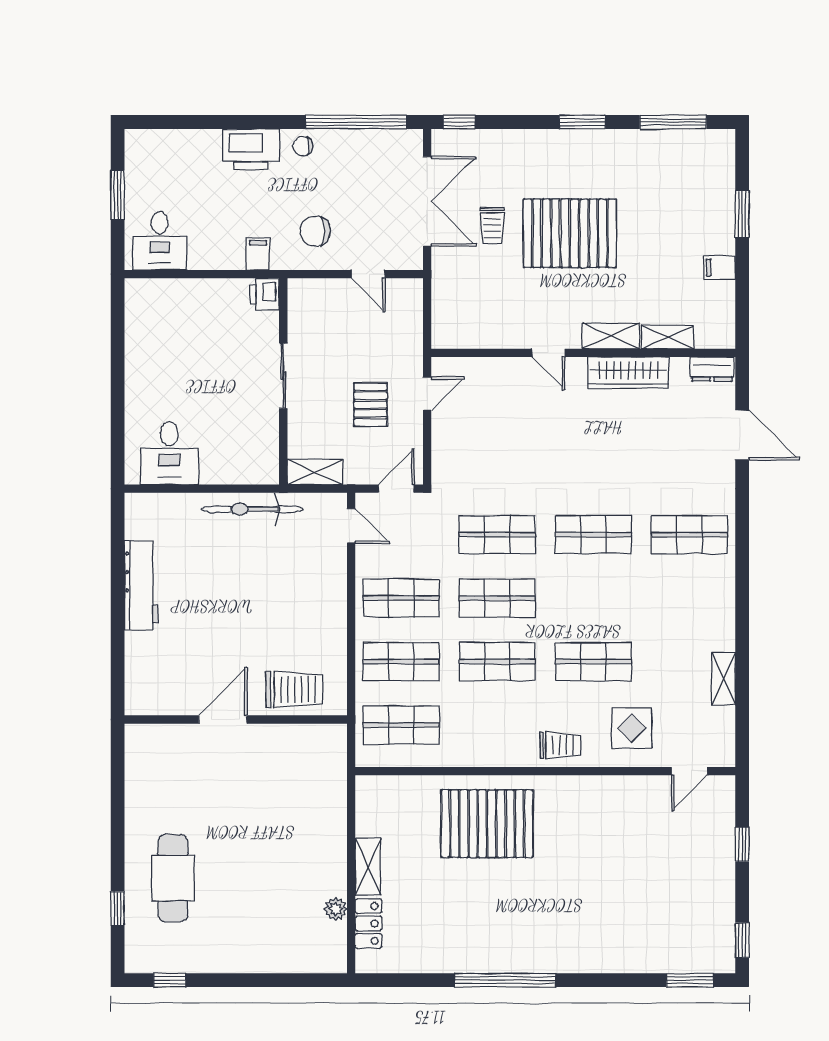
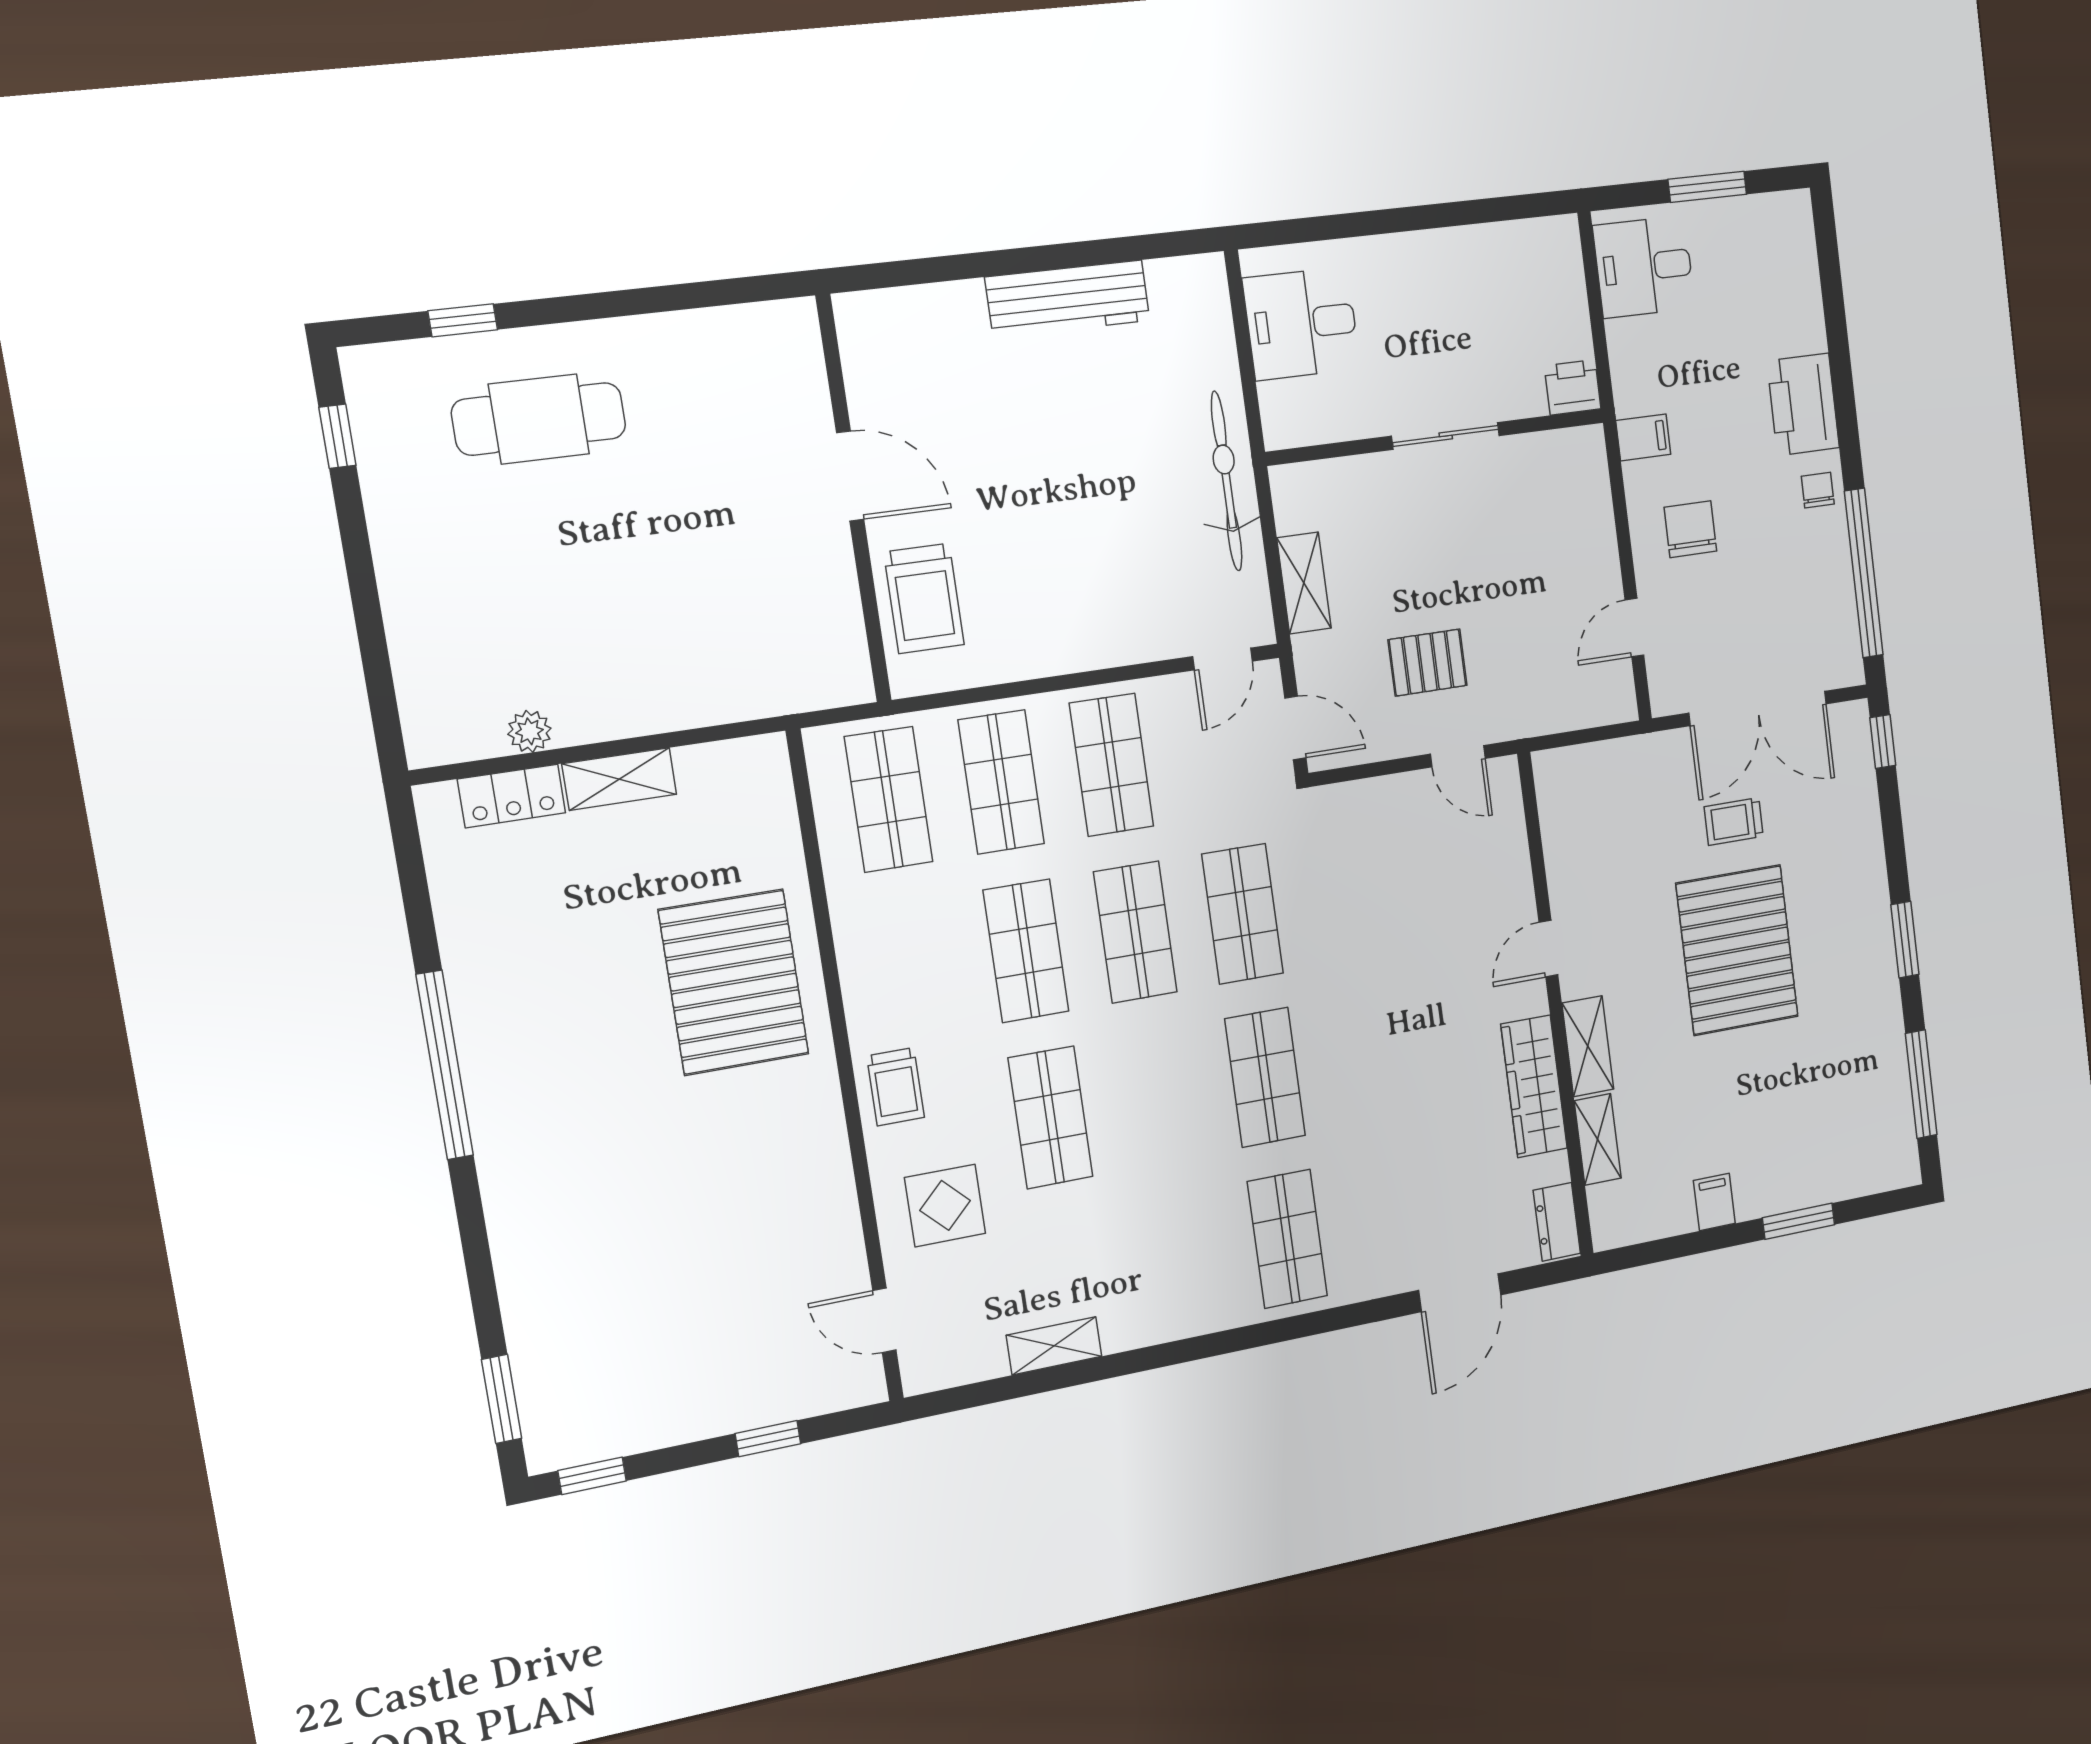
printer: (265, 294) -> (1573, 387), moved
sliding door: (283, 376) -> (1446, 436), moved
wall: (283, 381) -> (1437, 437), moved

